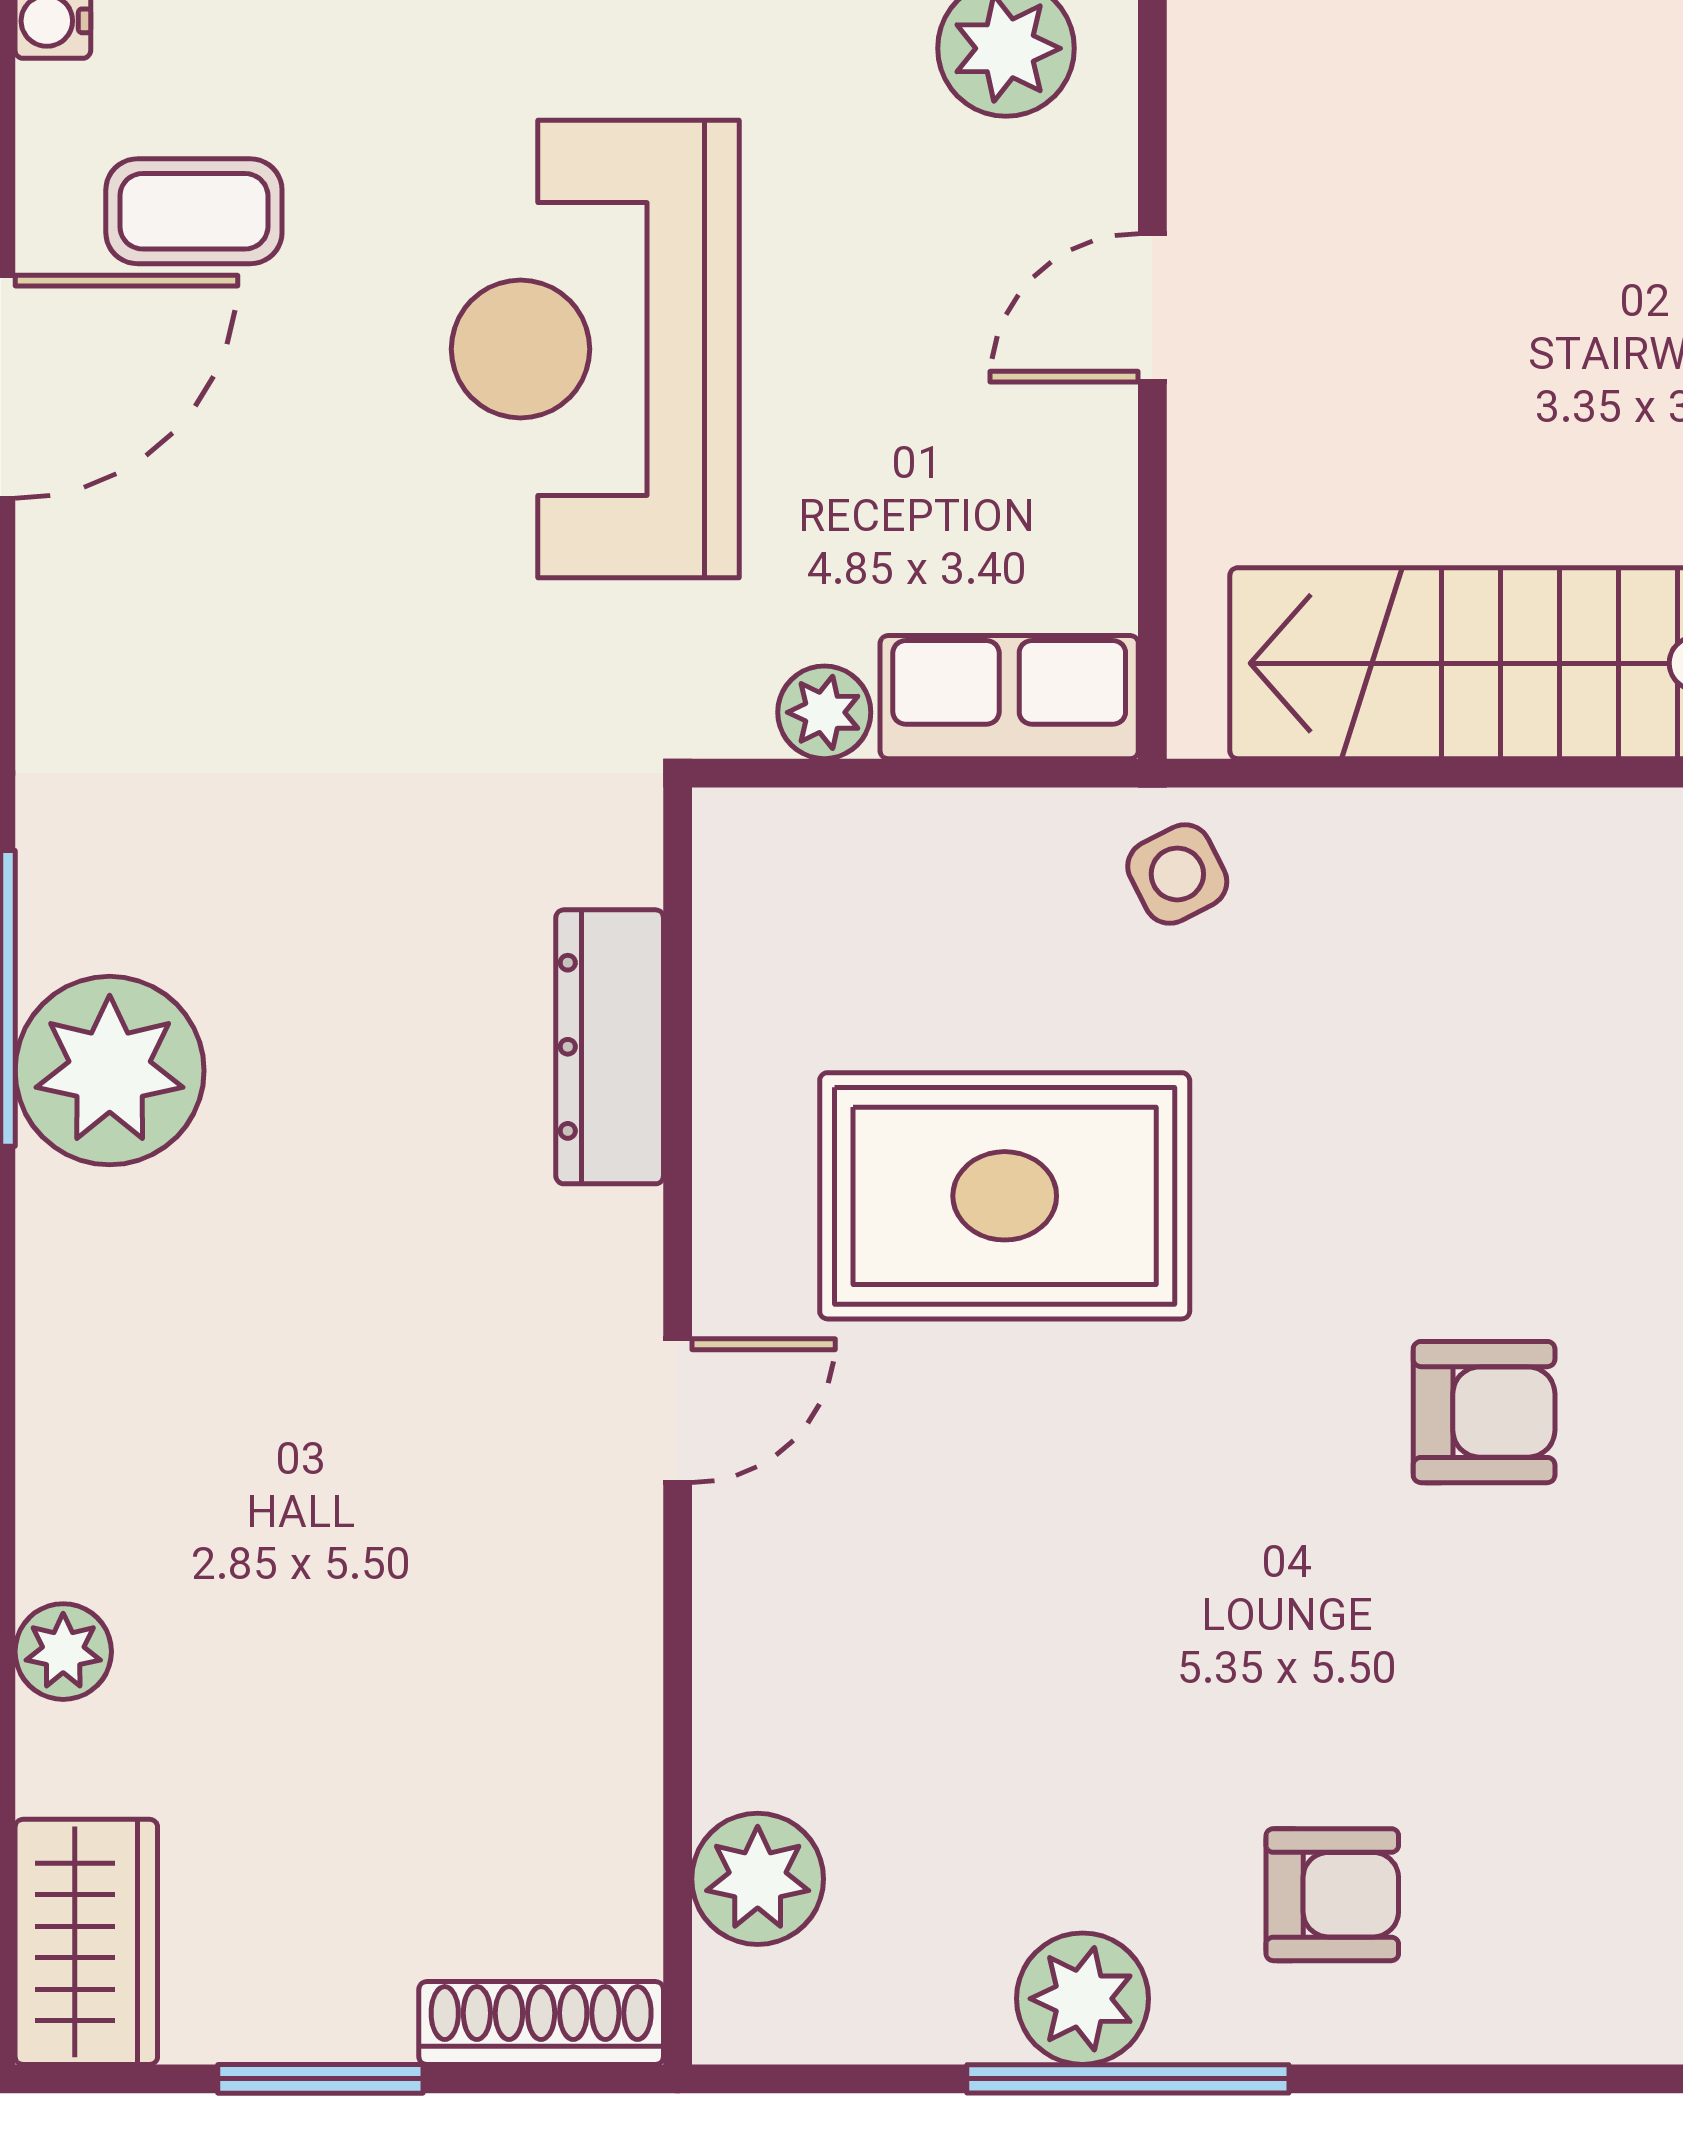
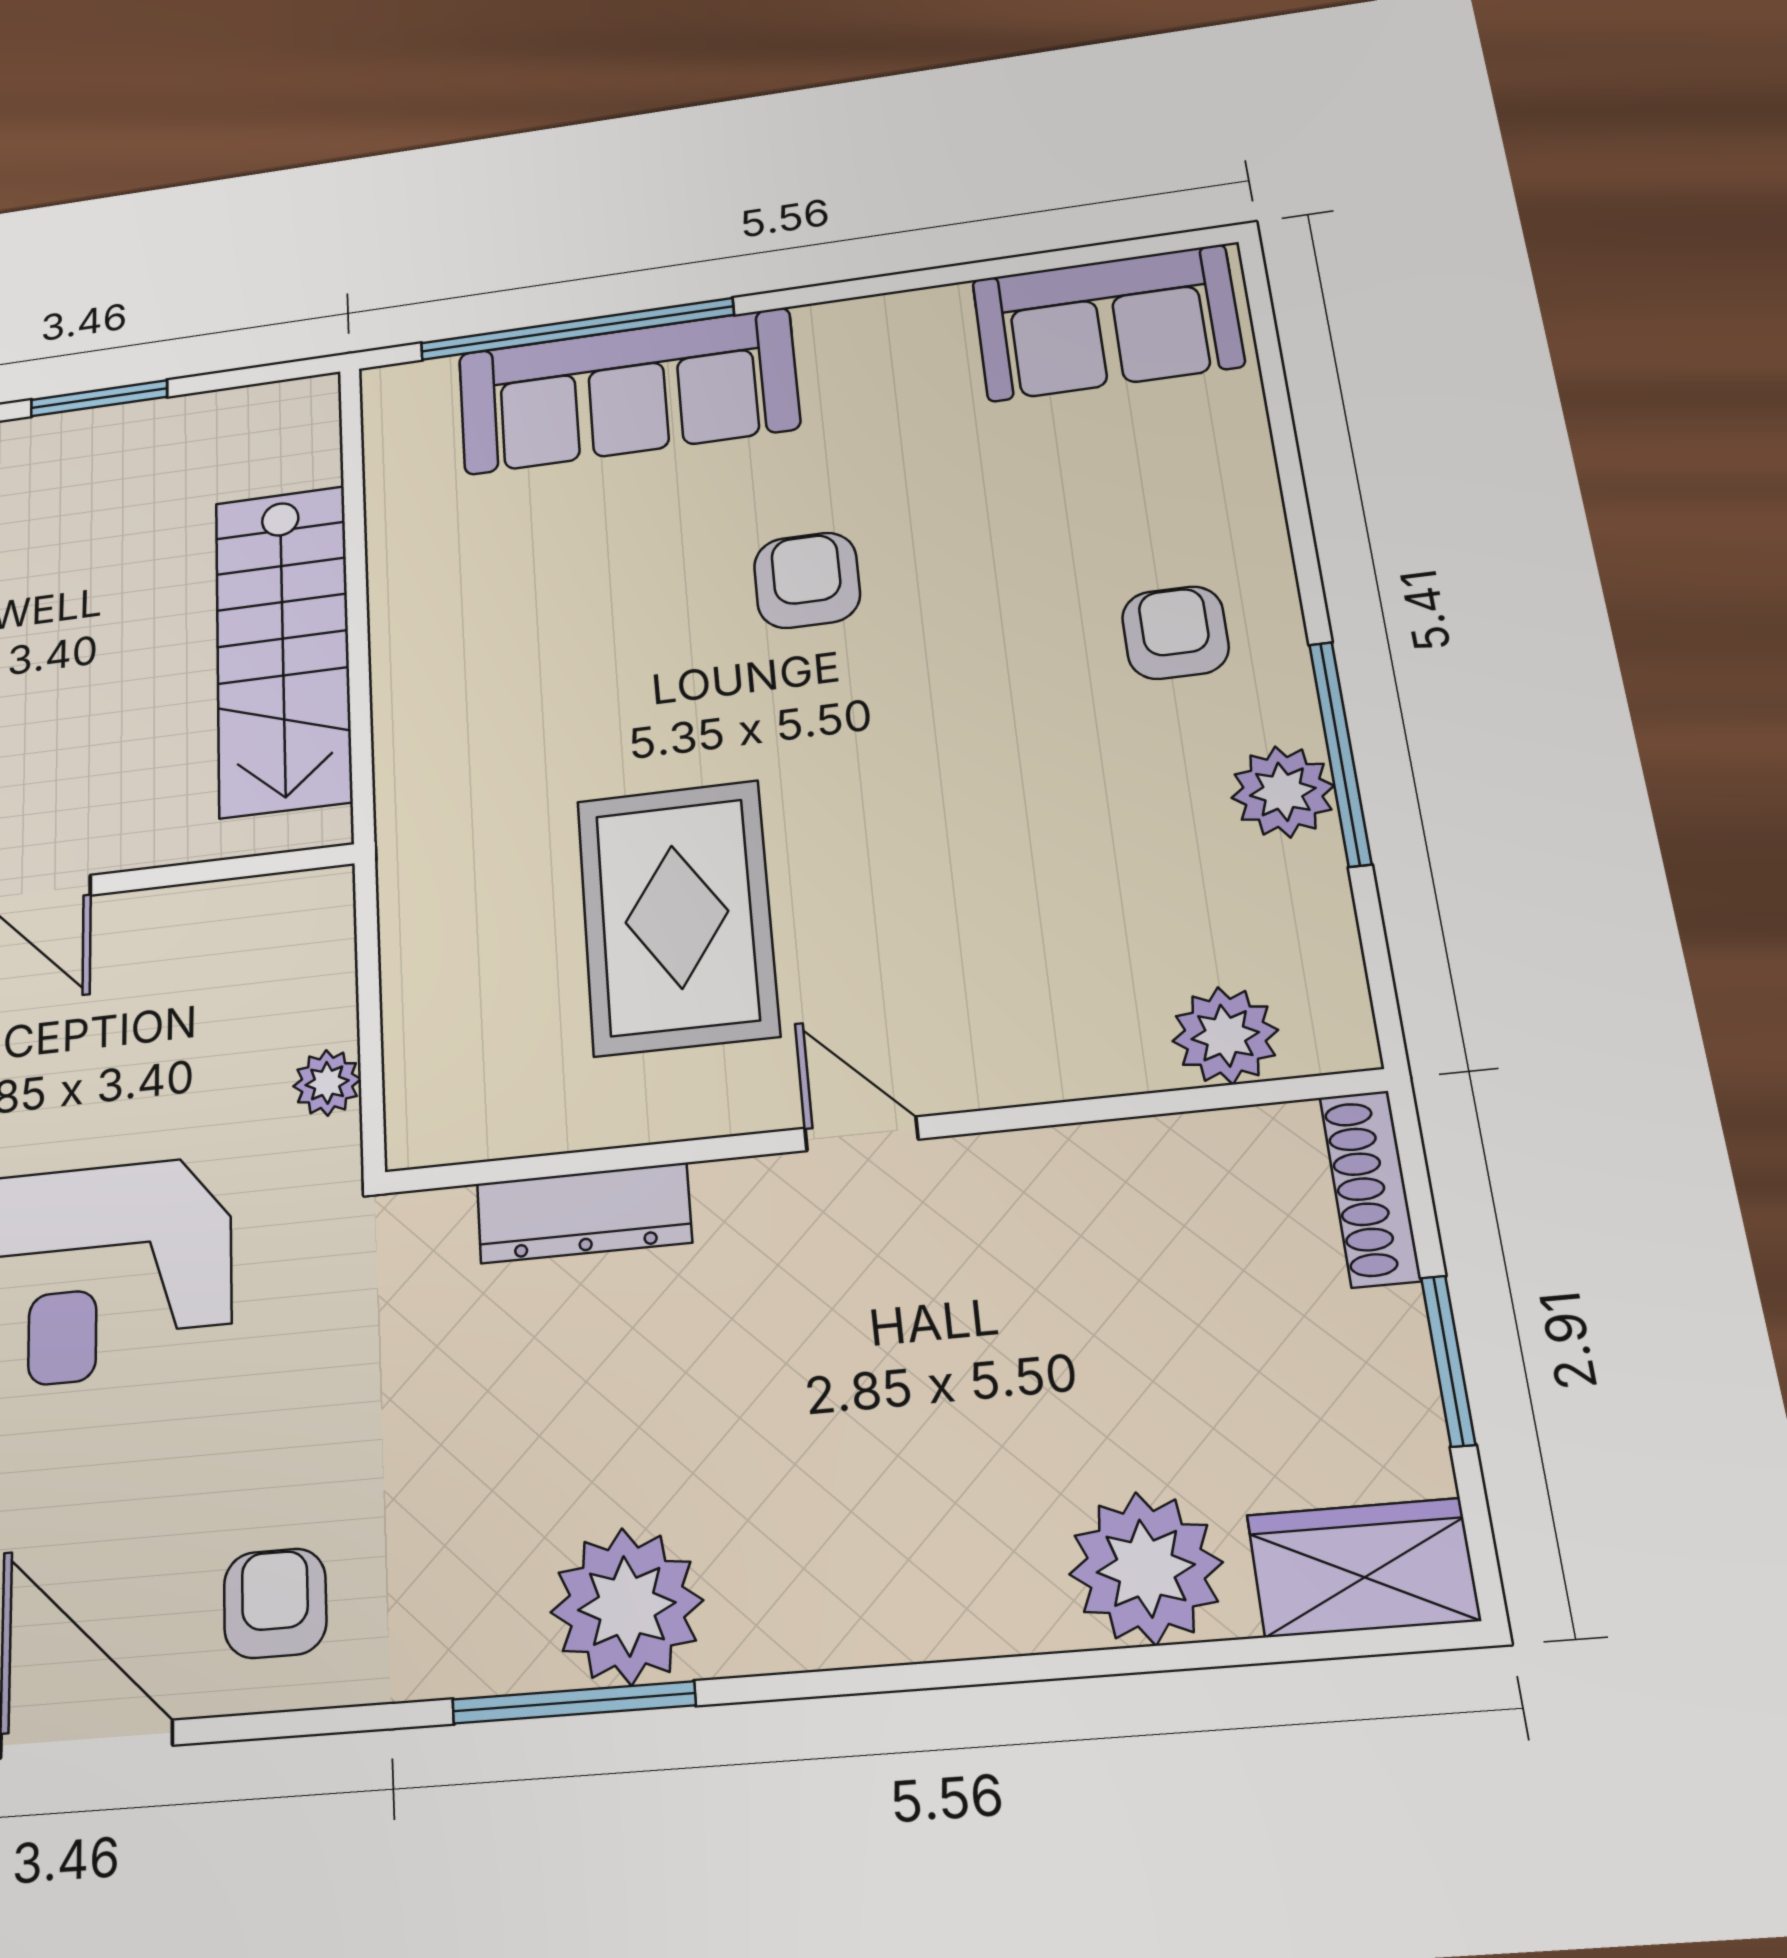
armchair: (148, 630) -> (275, 1603), added
row of seats: (1009, 697) -> (313, 955), removed
side table: (1177, 874) -> (436, 827), removed
plant: (63, 1652) -> (1146, 1568), width x1.88, depth x1.88

